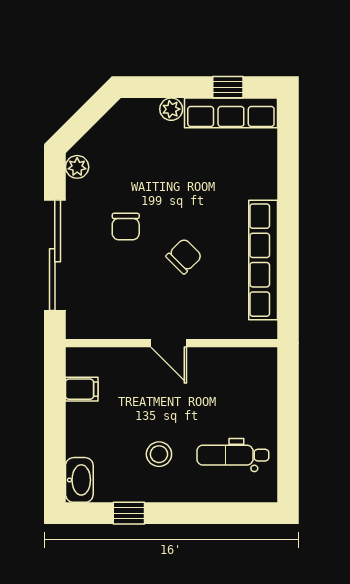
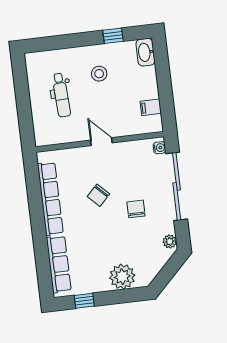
plant: (171, 109) -> (122, 277), width x1.87, depth x1.87
row of seats: (231, 113) -> (59, 264), moved, turned 90
water cooler: (75, 322) -> (159, 148), added
dental chair: (233, 455) -> (61, 95), moved, turned 87

